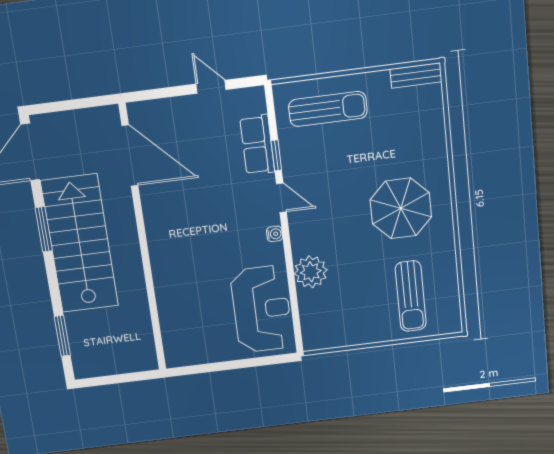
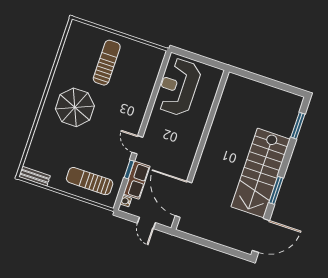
door: (130, 156) -> (183, 199), moved
water cooler: (274, 234) -> (126, 201), moved
wall: (143, 240) -> (200, 150), moved
plant: (311, 272) -> (141, 95), removed
sun lounger: (411, 296) -> (107, 63), moved

